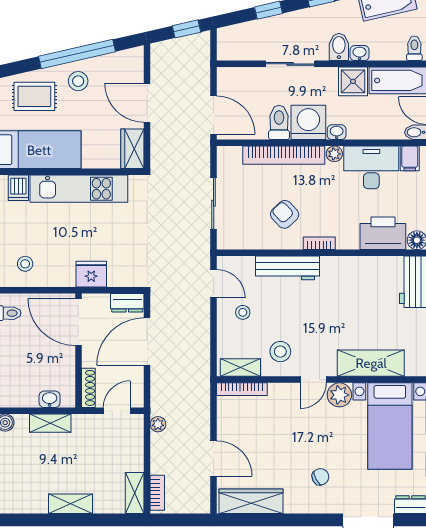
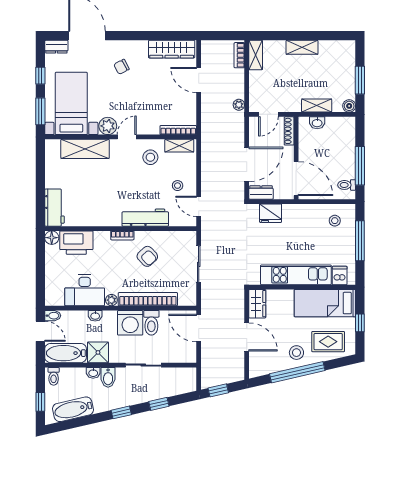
washbasin: (337, 132) -> (95, 316), moved
filing cabinet: (410, 158) -> (57, 297), removed
fridge: (91, 274) -> (271, 213), moved

